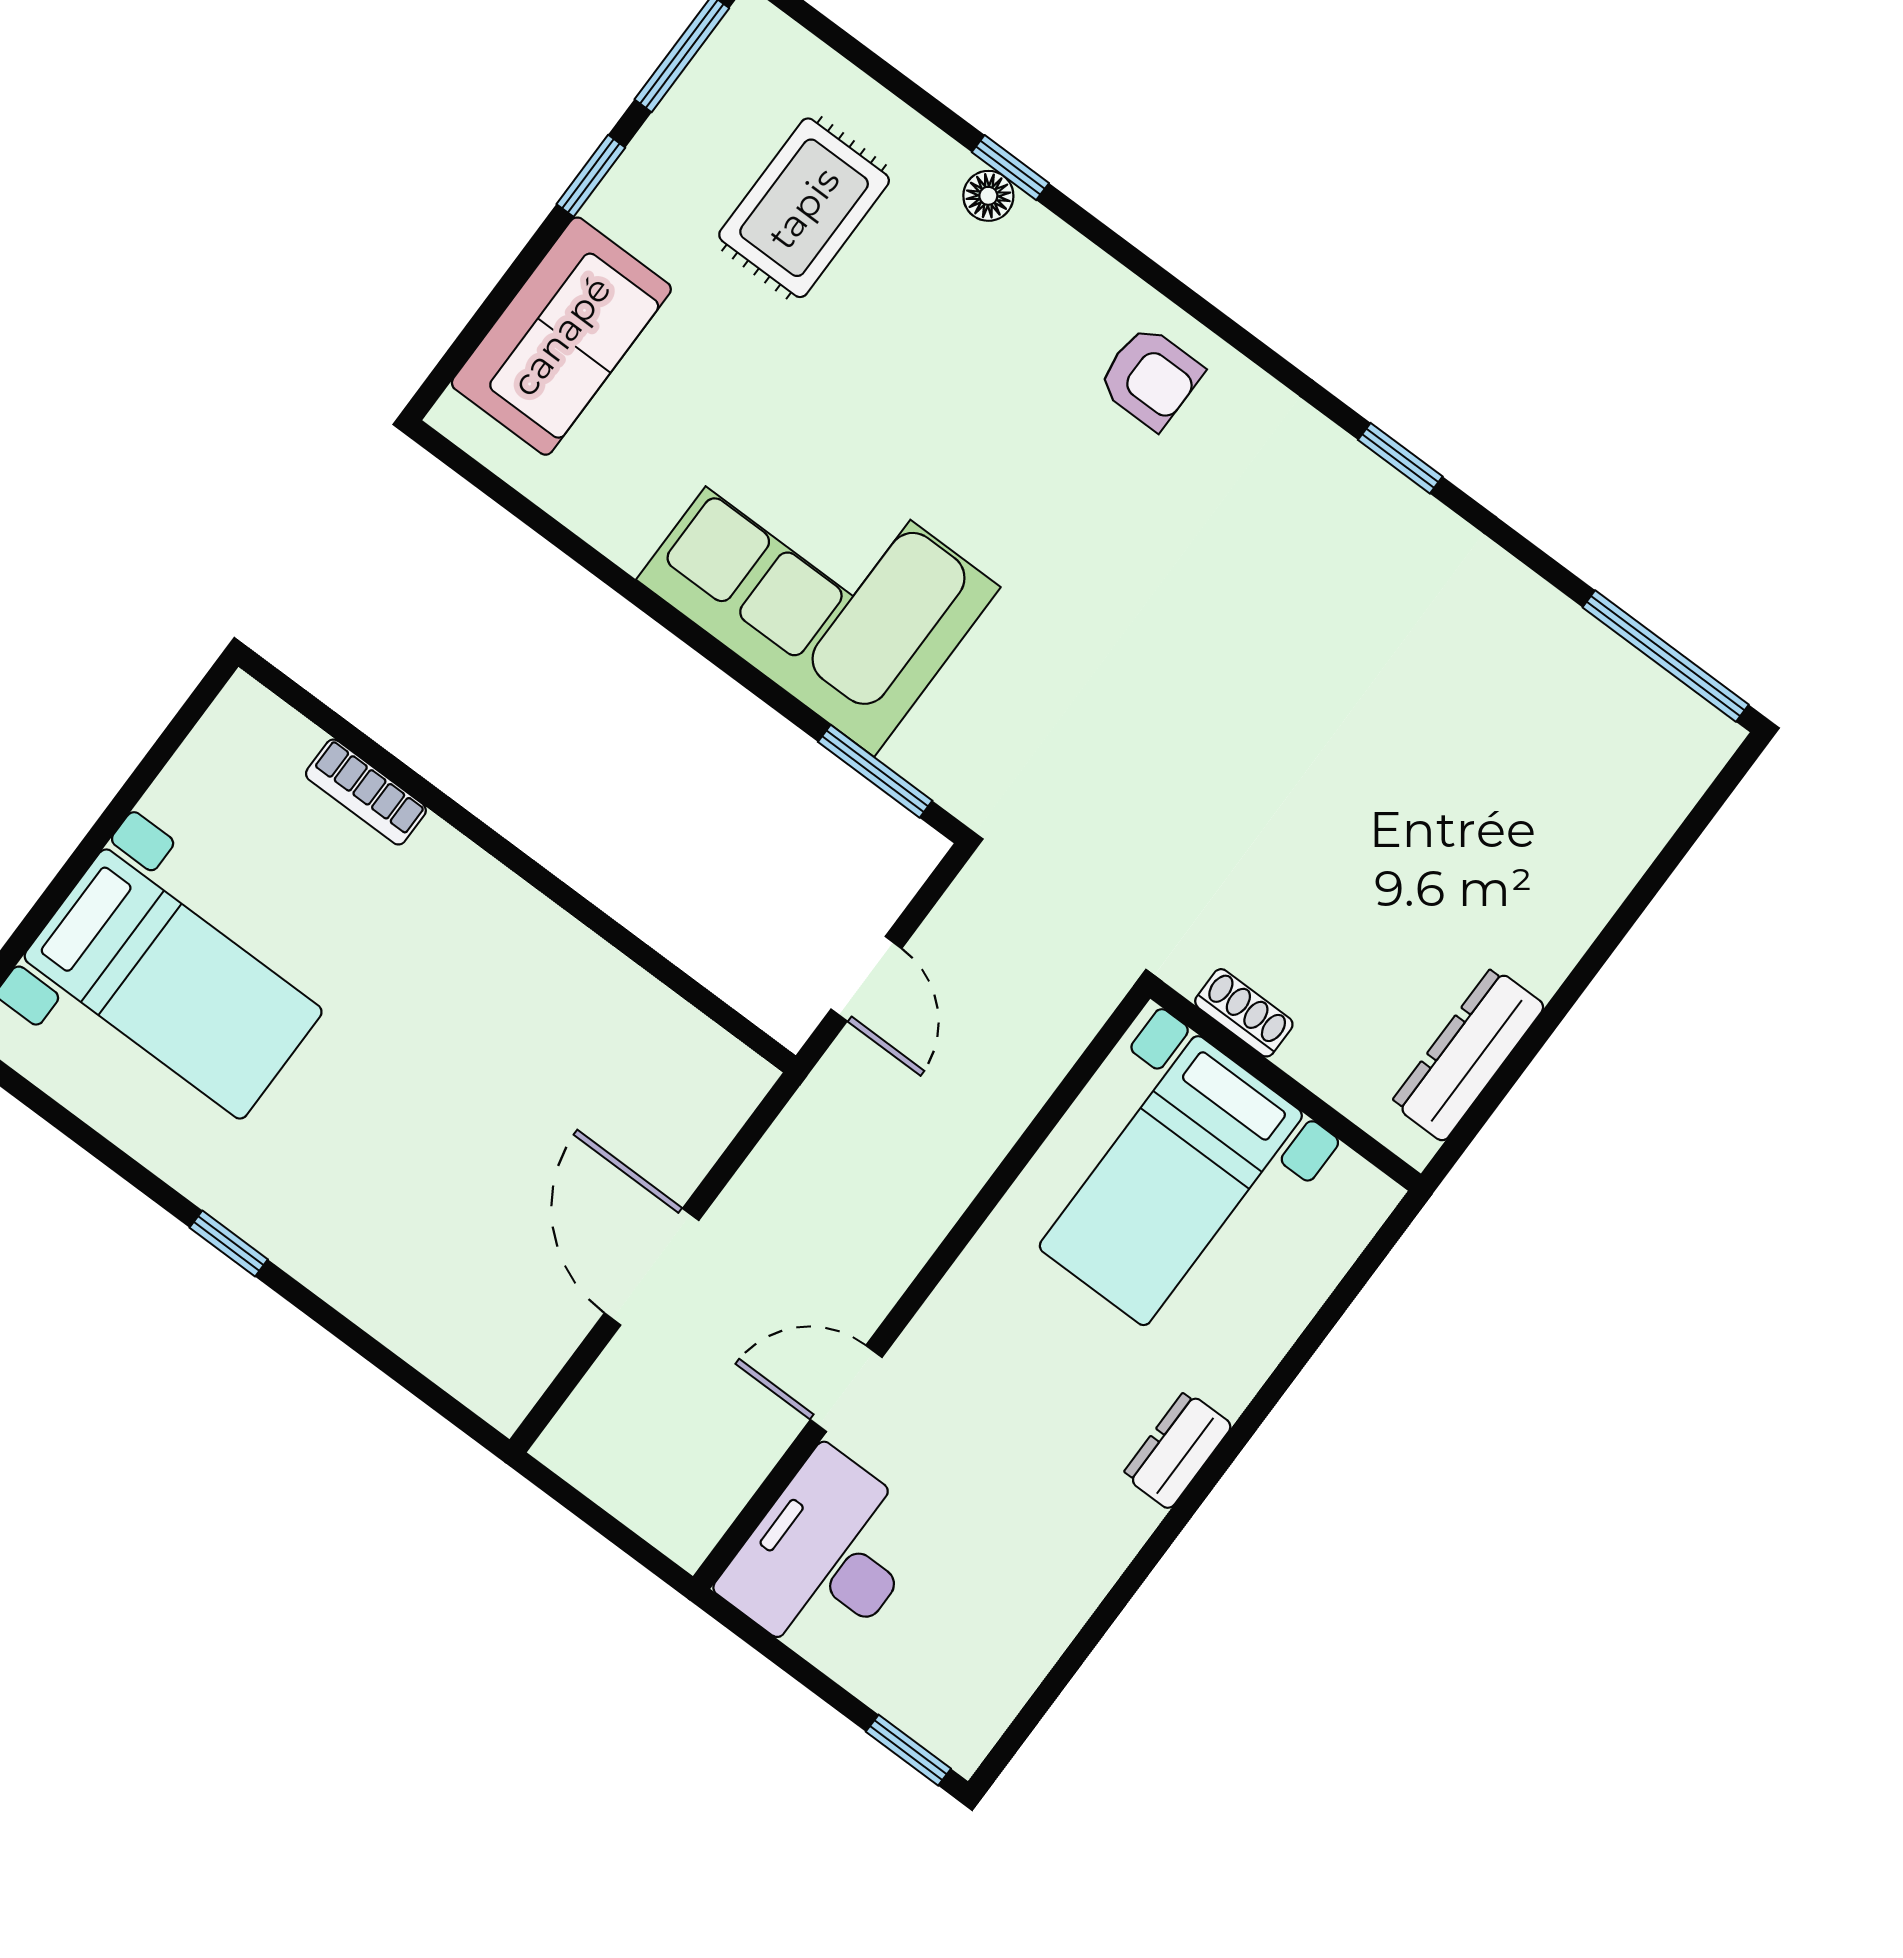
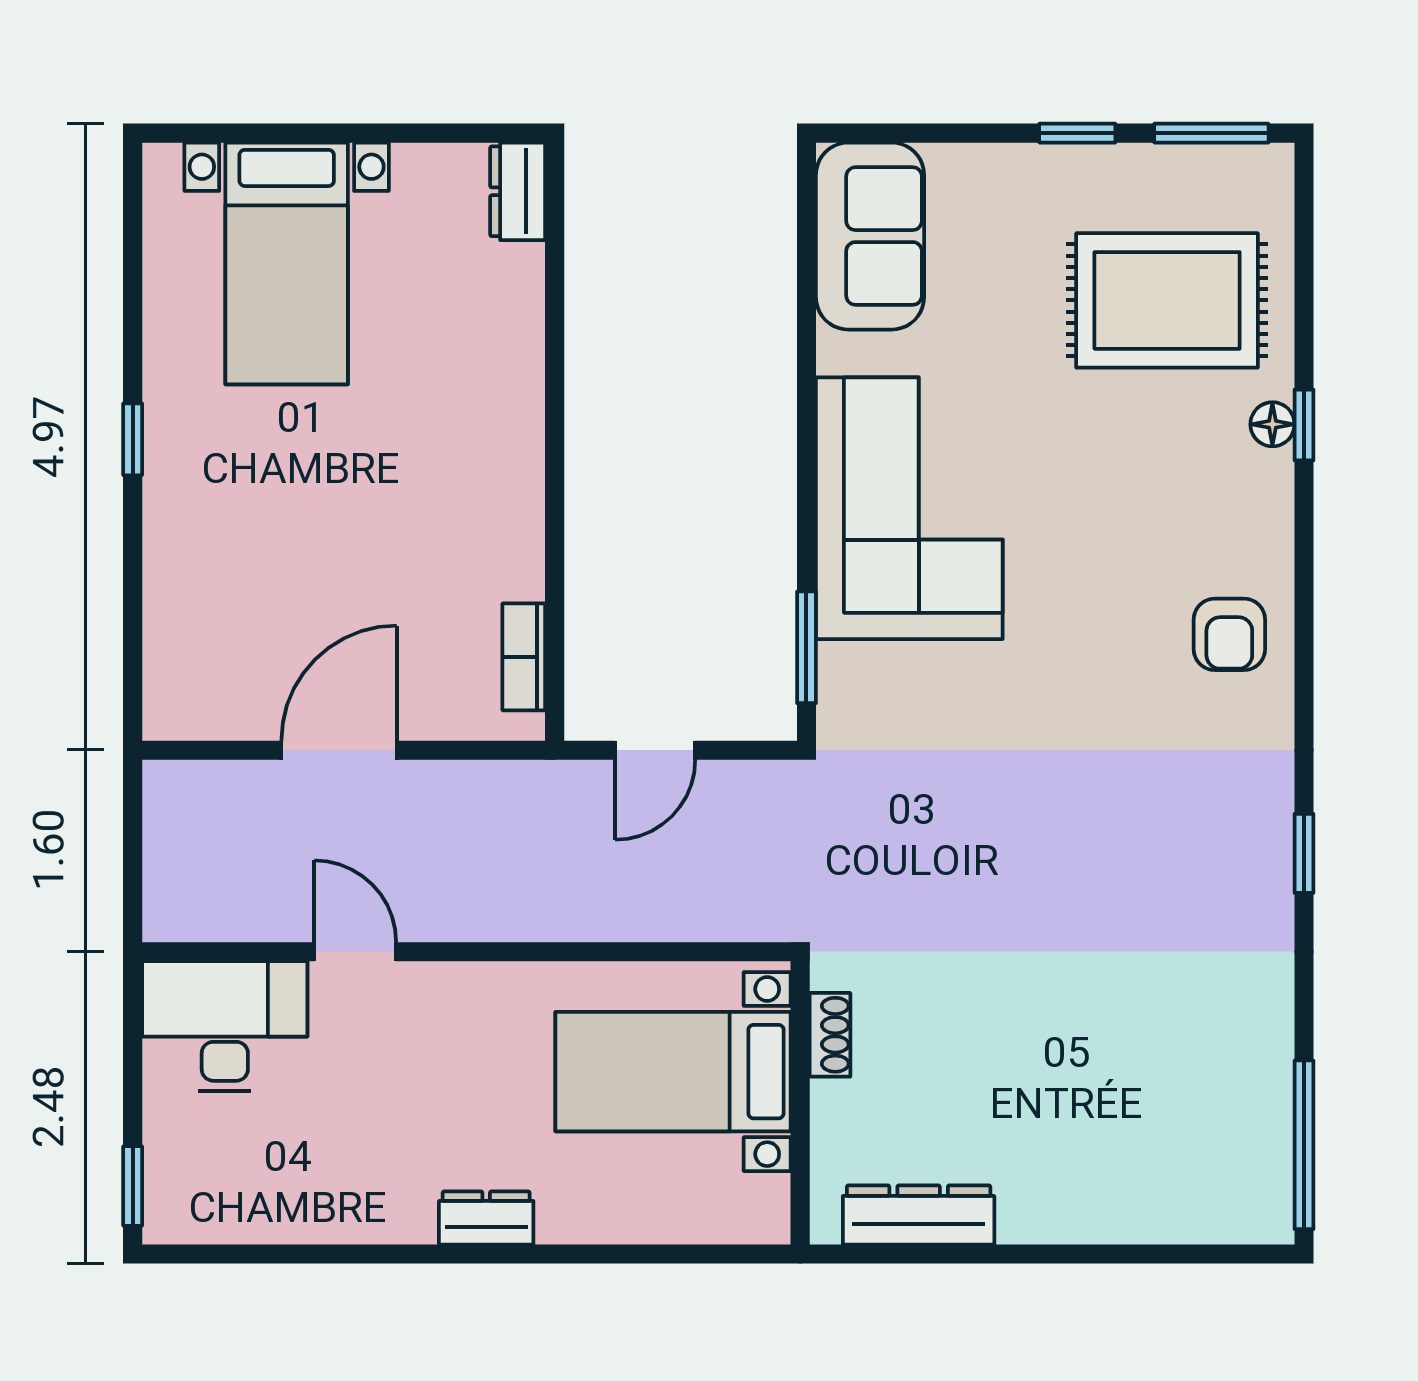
rug: (804, 208) -> (1167, 300), width x1.36, depth x1.43
sofa: (561, 336) -> (870, 236), moved, turned -90
dresser: (264, 725) -> (518, 191), added
bookcase: (366, 792) -> (524, 657), moved

